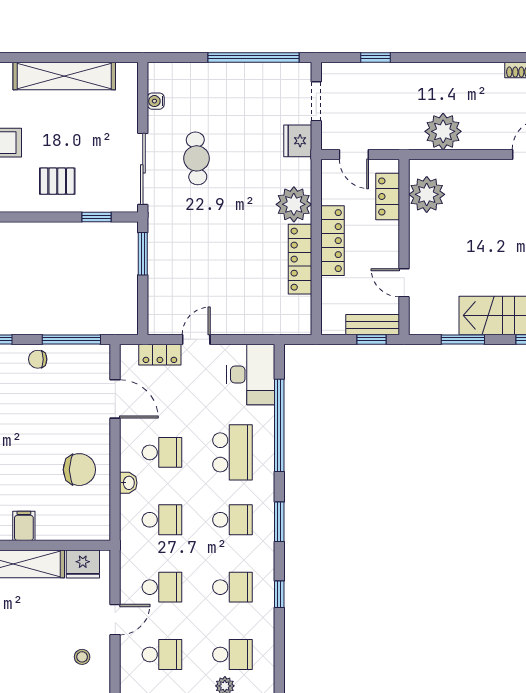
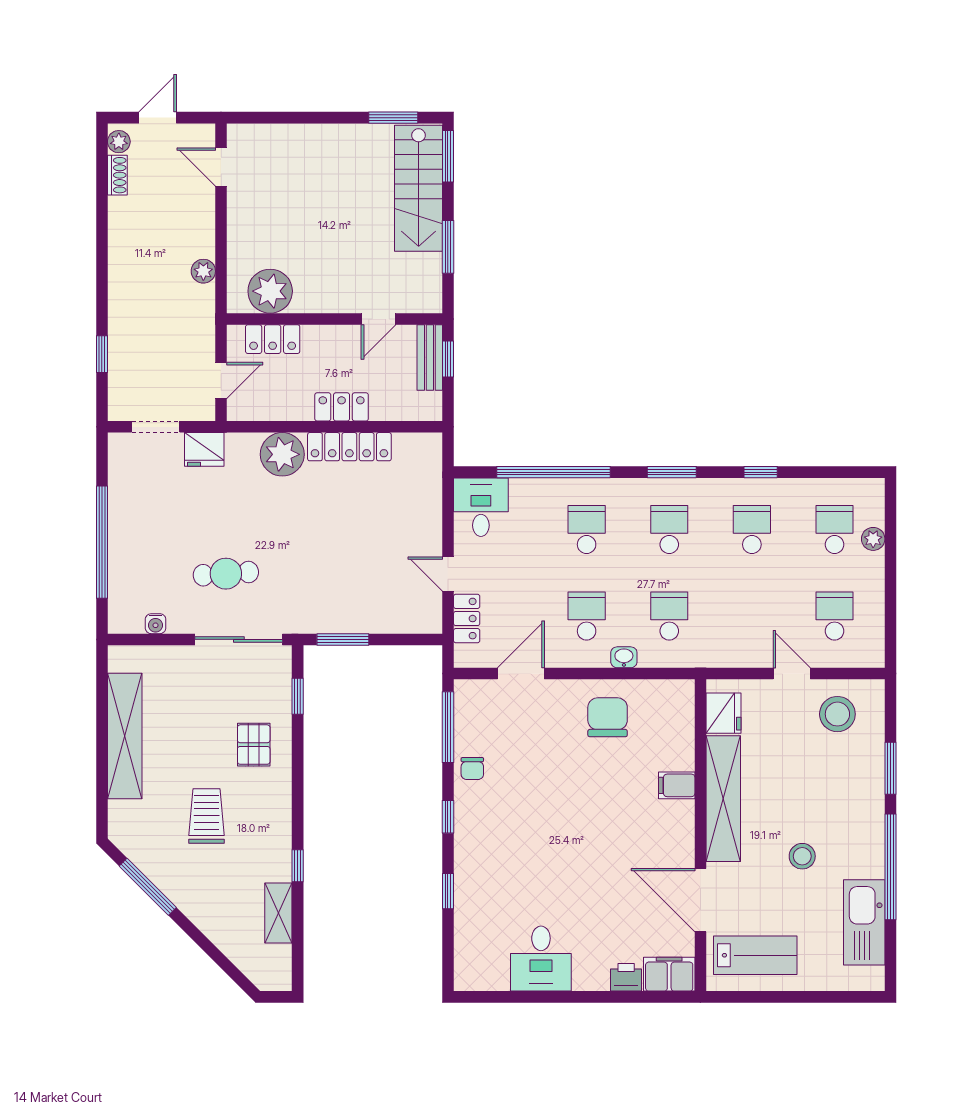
window: (253, 57) -> (102, 542), moved
plant: (443, 131) -> (203, 271), width x0.53, depth x0.53
locker: (332, 241) -> (342, 407), width x0.66
desk: (251, 375) -> (481, 507), width x0.73
school desk: (232, 452) -> (587, 530), width x0.54
school desk: (162, 587) -> (752, 616), removed
stool: (82, 657) -> (837, 714), width x1.89, depth x1.89

